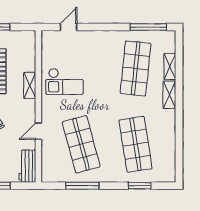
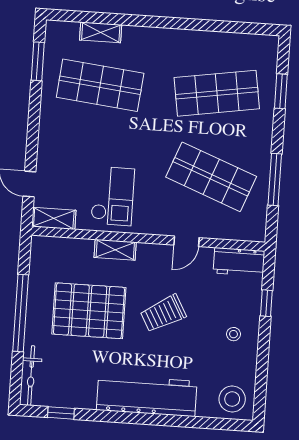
window: (148, 27) -> (38, 61), width x0.69
shelving: (169, 95) -> (54, 218), moved
door: (38, 131) -> (186, 241), hinge flipped
shop shelf: (81, 144) -> (211, 177), turned 36

